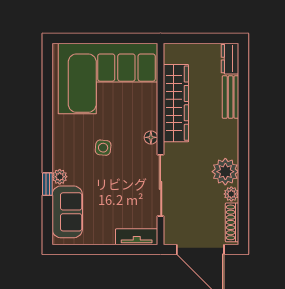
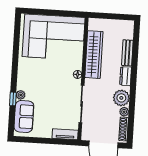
dresser: (230, 59) -> (126, 76), moved
side table: (103, 148) -> (48, 79), removed

